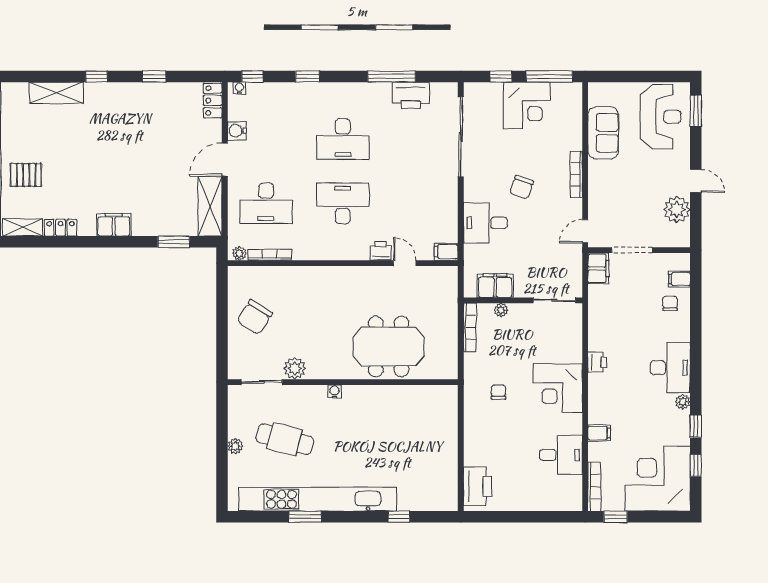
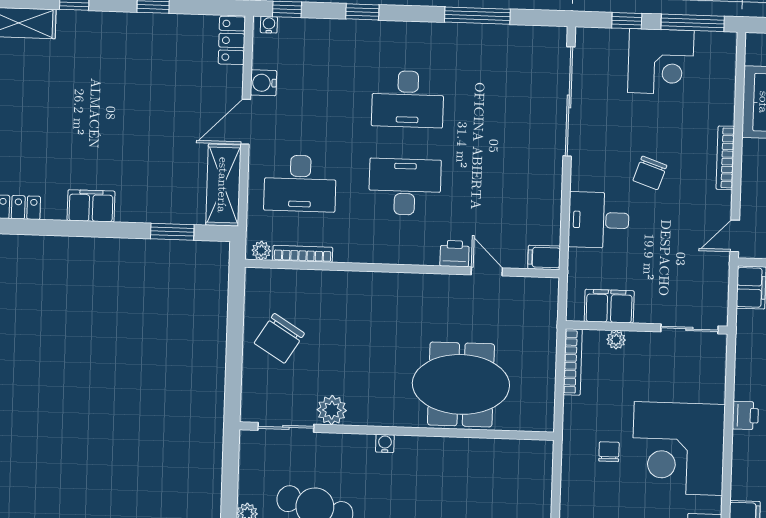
printer: (411, 95) -> (502, 42), removed
corner desk: (558, 388) -> (678, 448), width x1.36, depth x1.36

